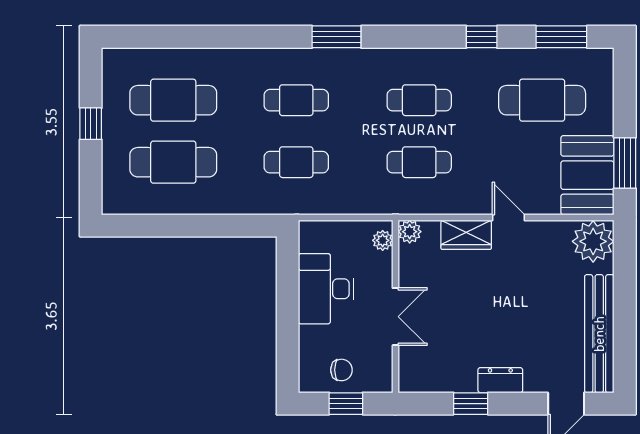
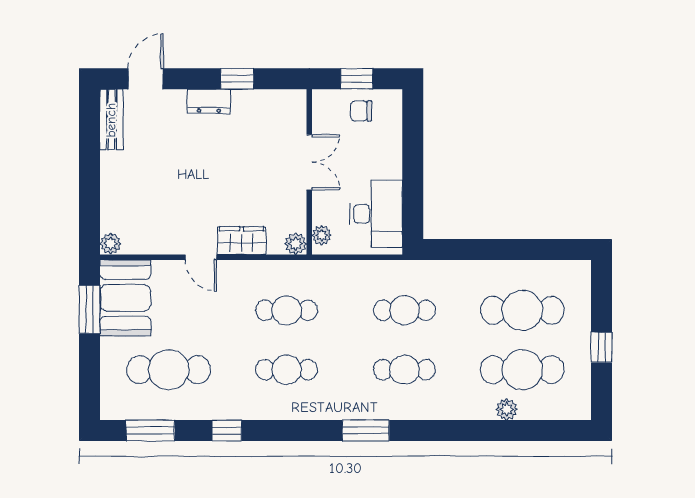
plant: (190, 59) -> (507, 409), added
plant: (593, 241) -> (111, 244), width x0.53, depth x0.53
desk: (326, 289) -> (376, 214), moved
double door: (395, 317) -> (309, 162), swing flipped
bench: (599, 334) -> (111, 120), width x0.54, depth x0.82

